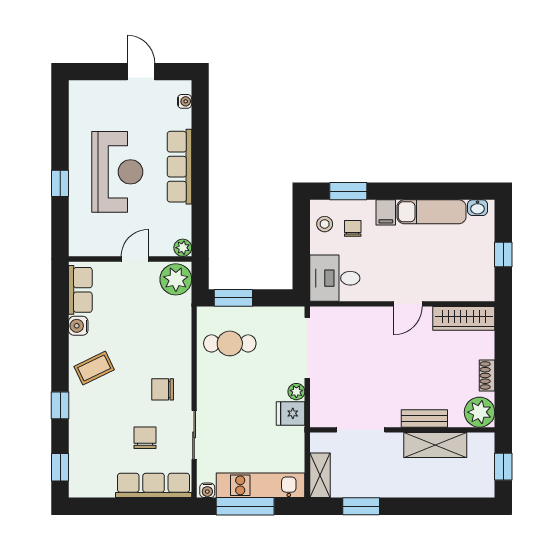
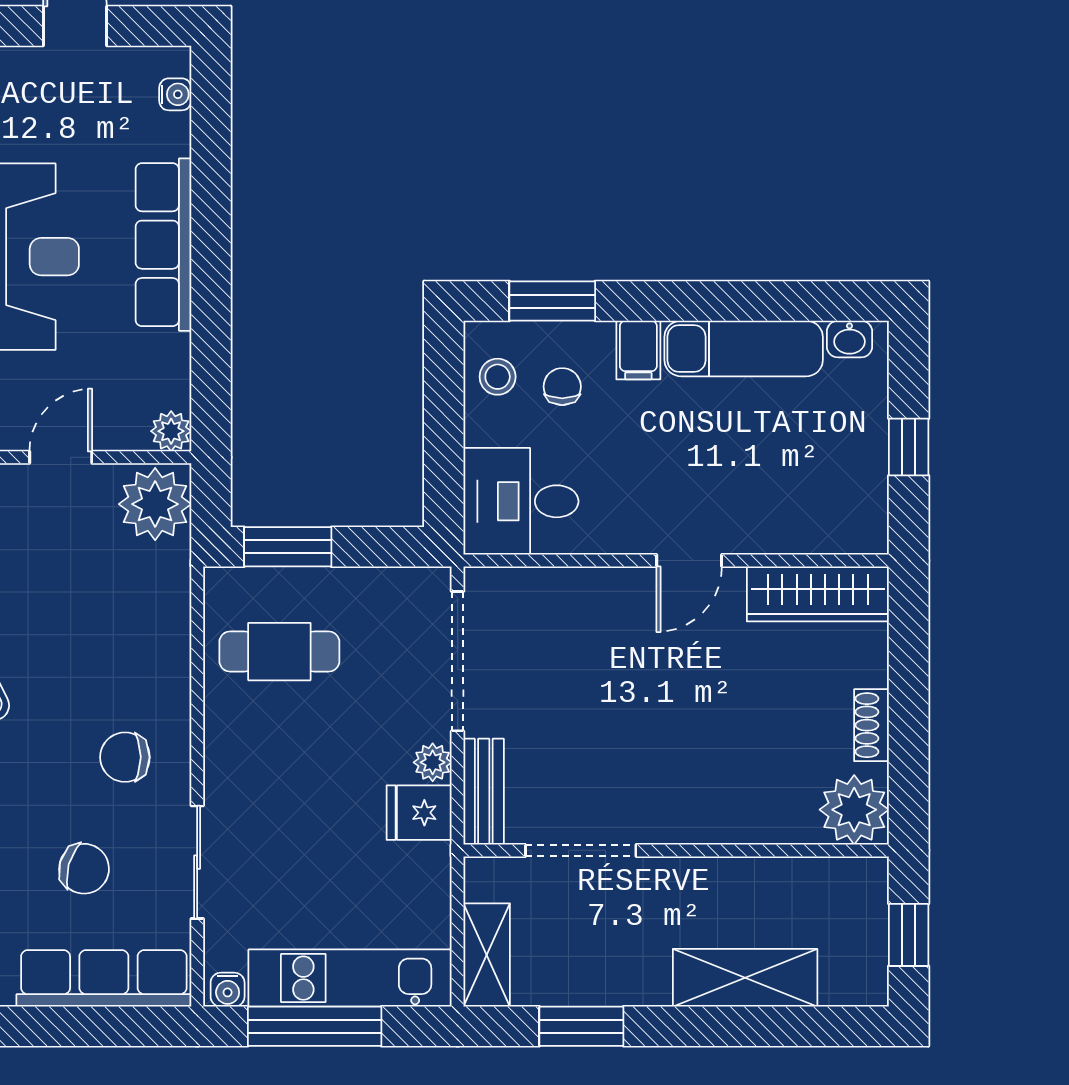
bench: (424, 419) -> (484, 792), moved, turned 90
chair: (145, 438) -> (84, 869), turned 106
shelving: (435, 445) -> (745, 978), moved

